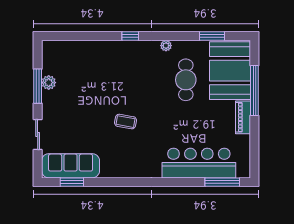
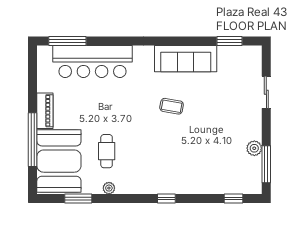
window: (68, 36) -> (234, 198), added
plant: (166, 46) -> (109, 188), moved
cafe table: (186, 80) -> (107, 151), width x0.73, depth x0.74
window: (38, 86) -> (266, 164), moved
sofa: (71, 166) -> (186, 59), moved

